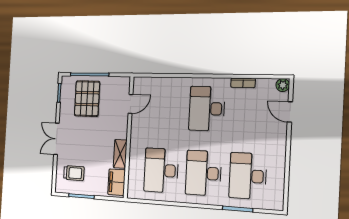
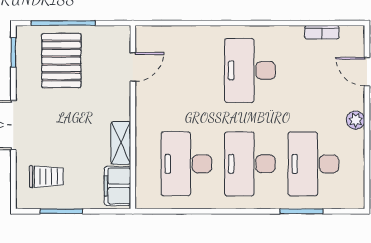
bookcase: (243, 83) -> (322, 32), moved
plant: (283, 85) -> (356, 120), moved

